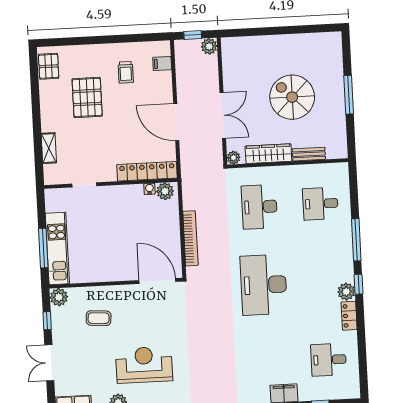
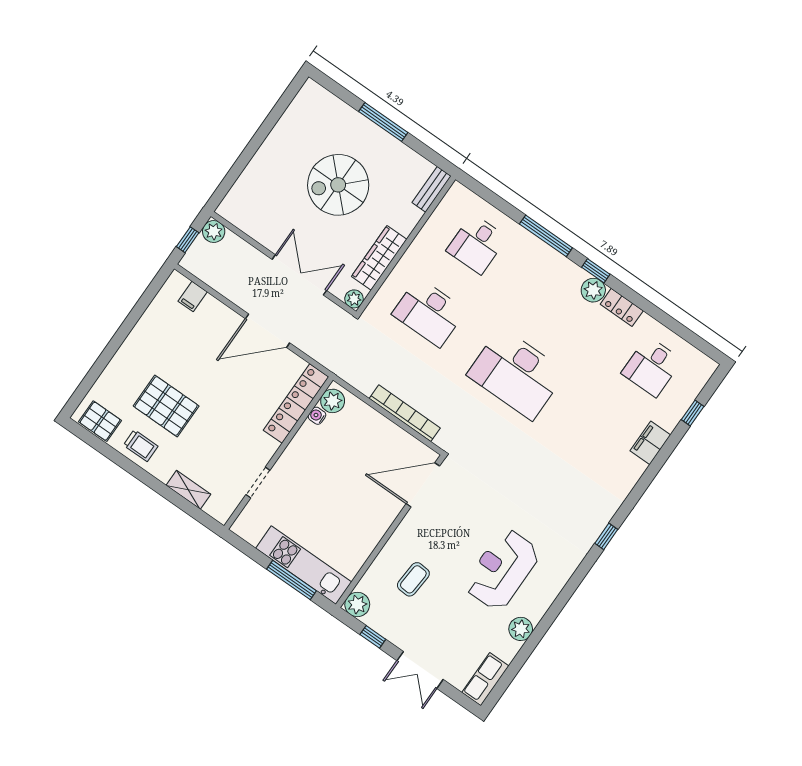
trolley: (126, 72) -> (141, 446), moved
bench: (309, 154) -> (431, 189), moved

